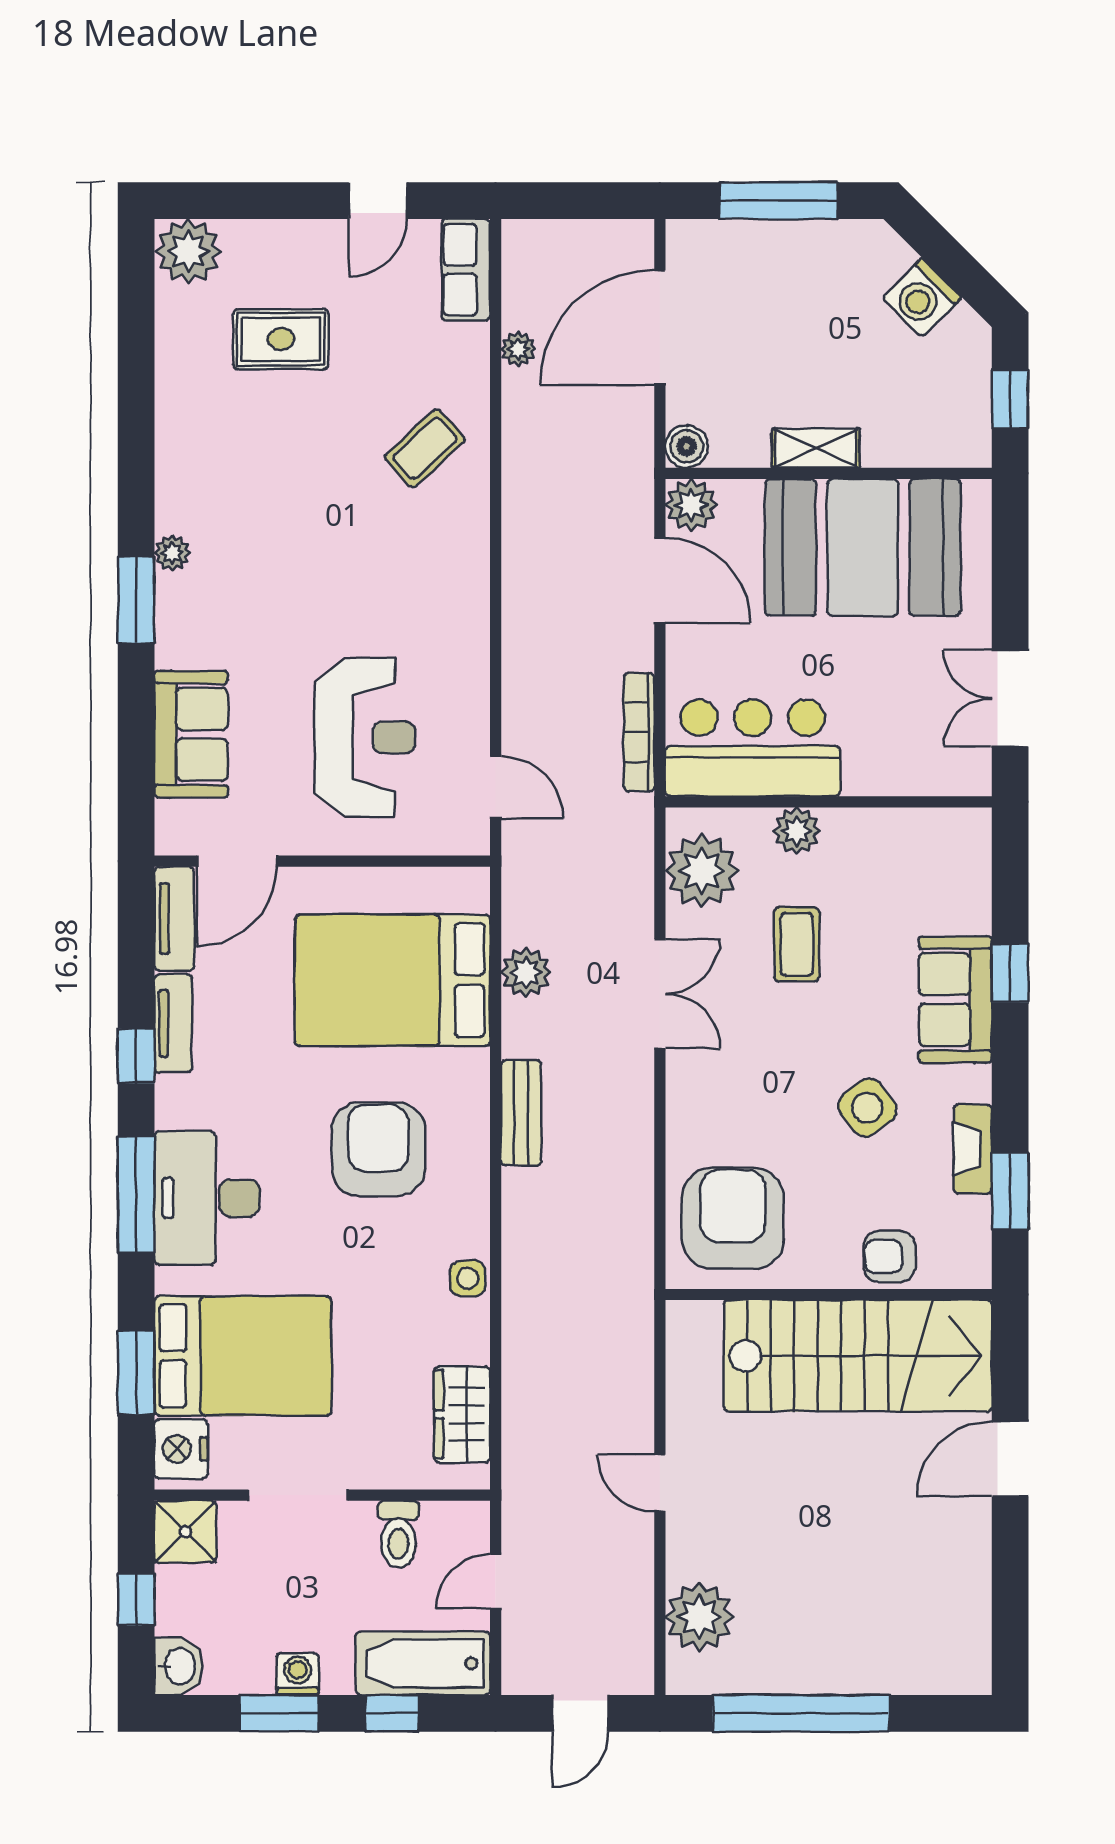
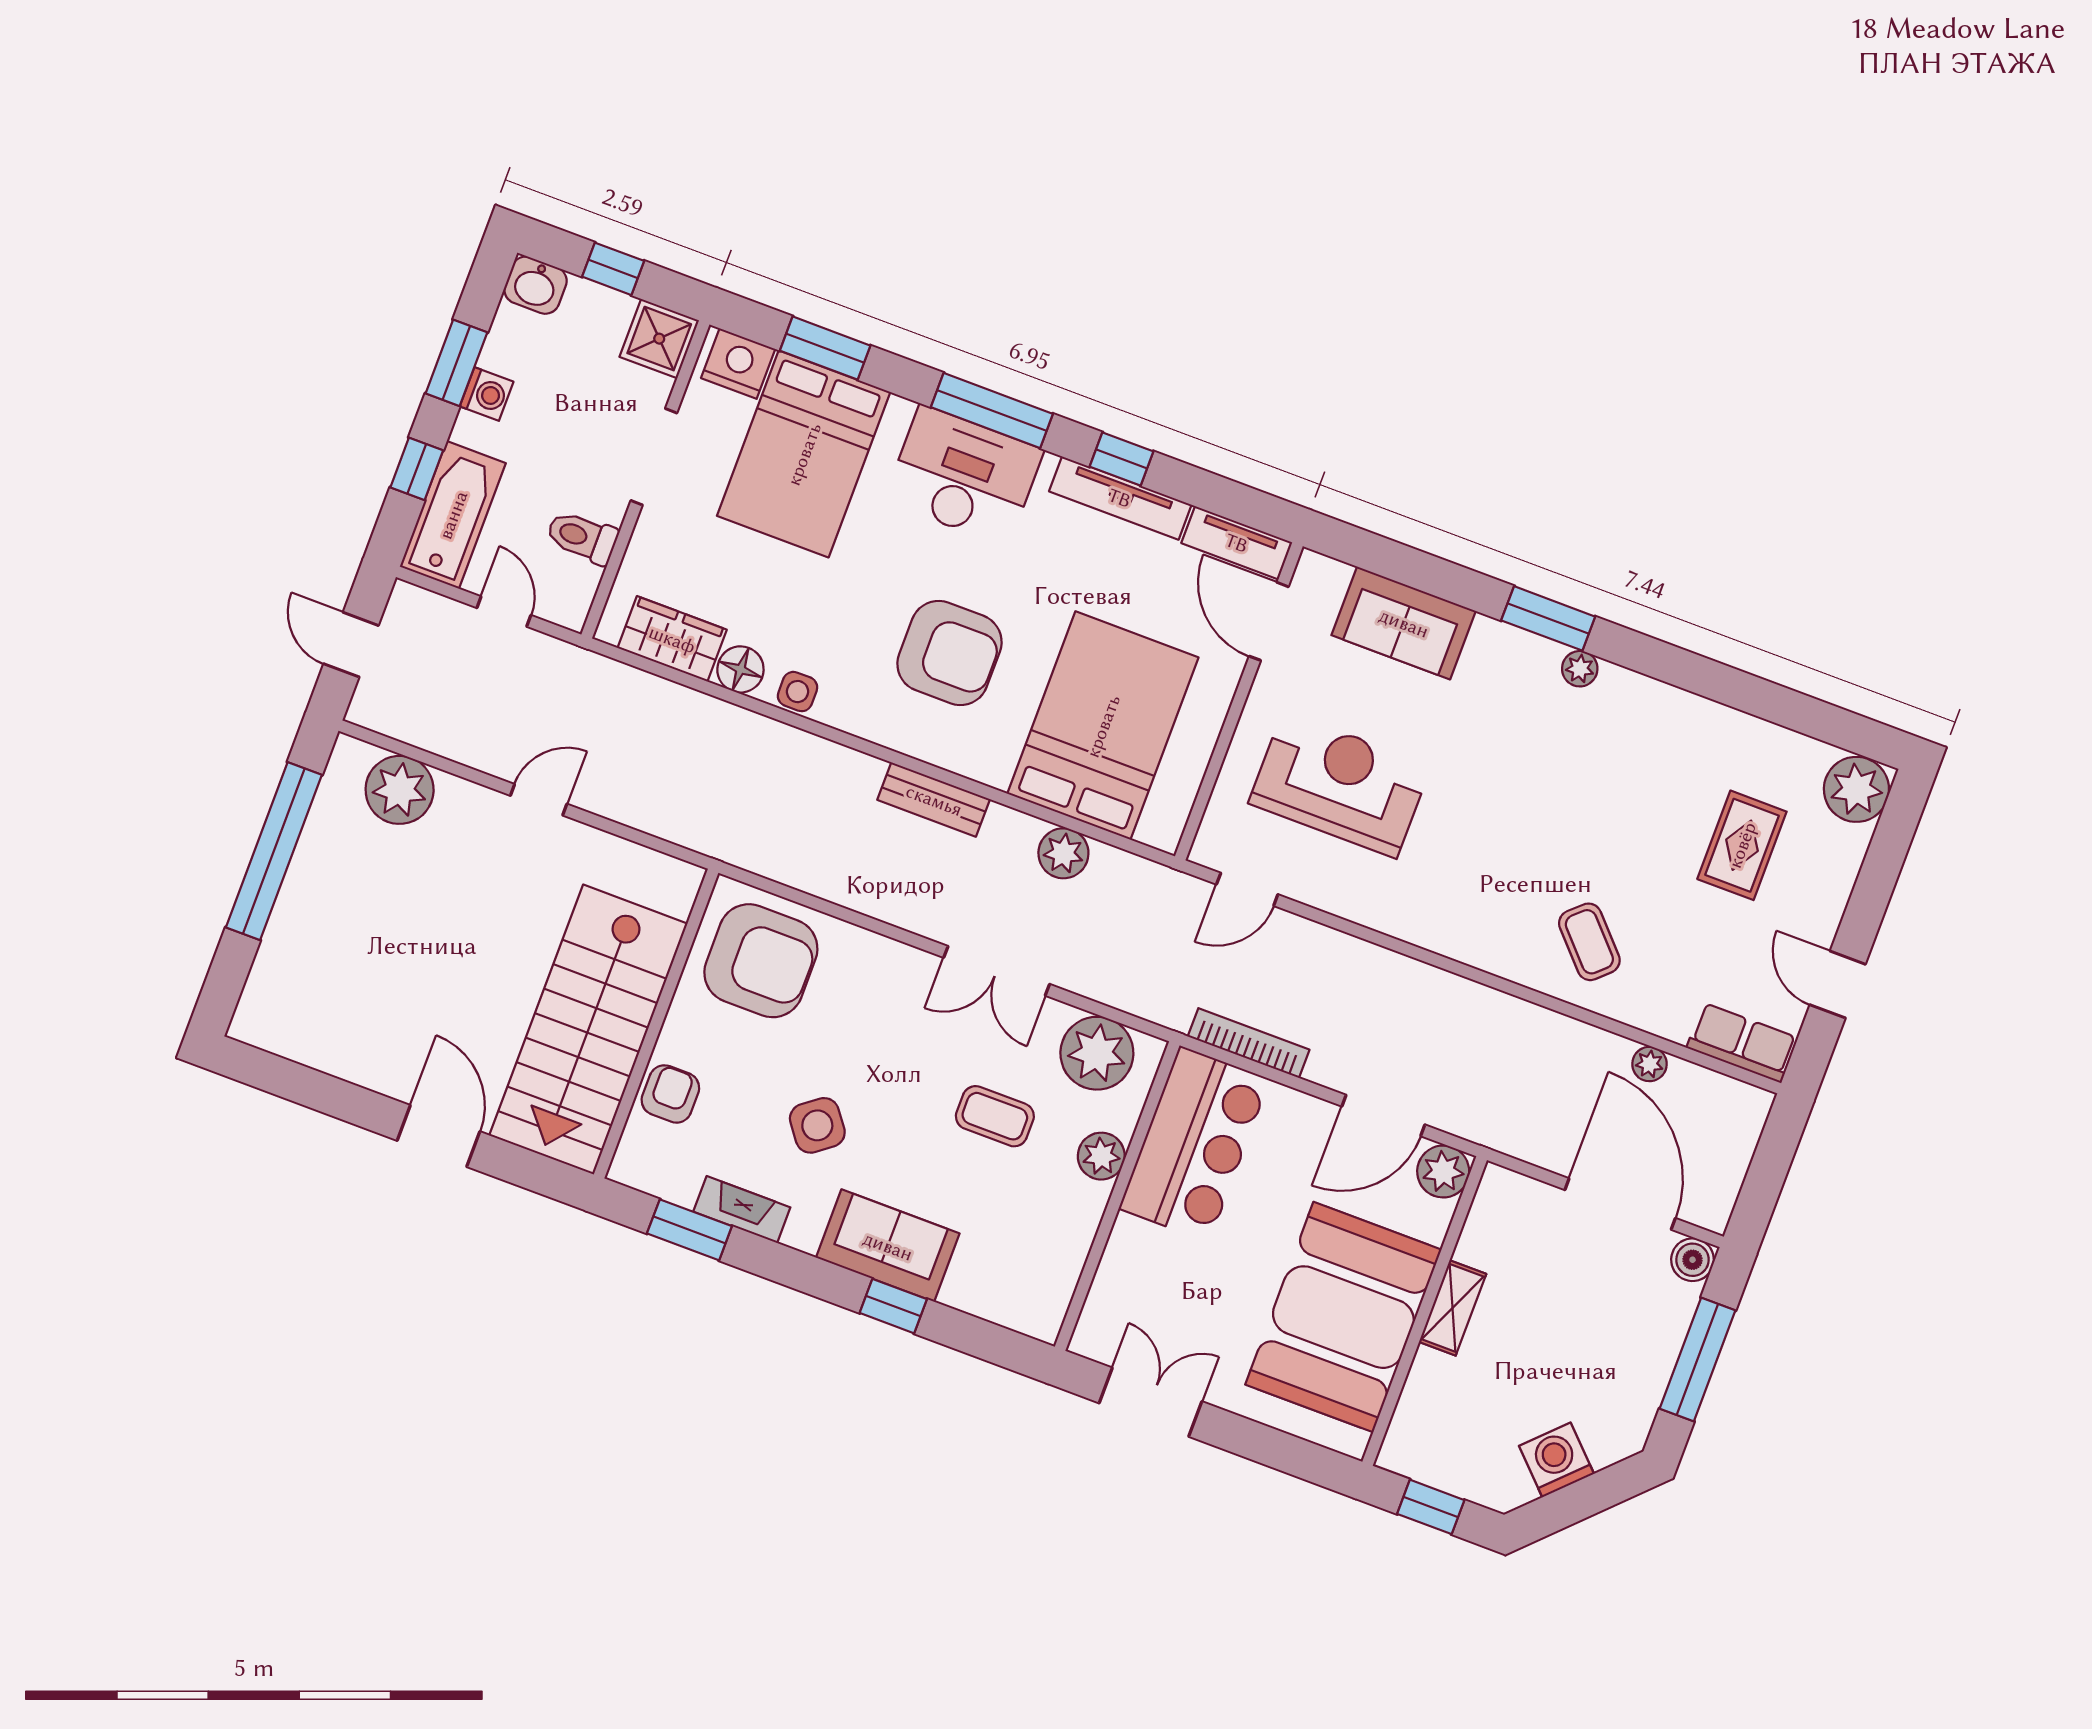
boiler: (687, 446) -> (1693, 1260), moved
reception desk: (365, 737) -> (1340, 784), turned 180
tv unit: (173, 1023) -> (1120, 498), width x1.41
floor lamp: (467, 1340) -> (740, 669), added

